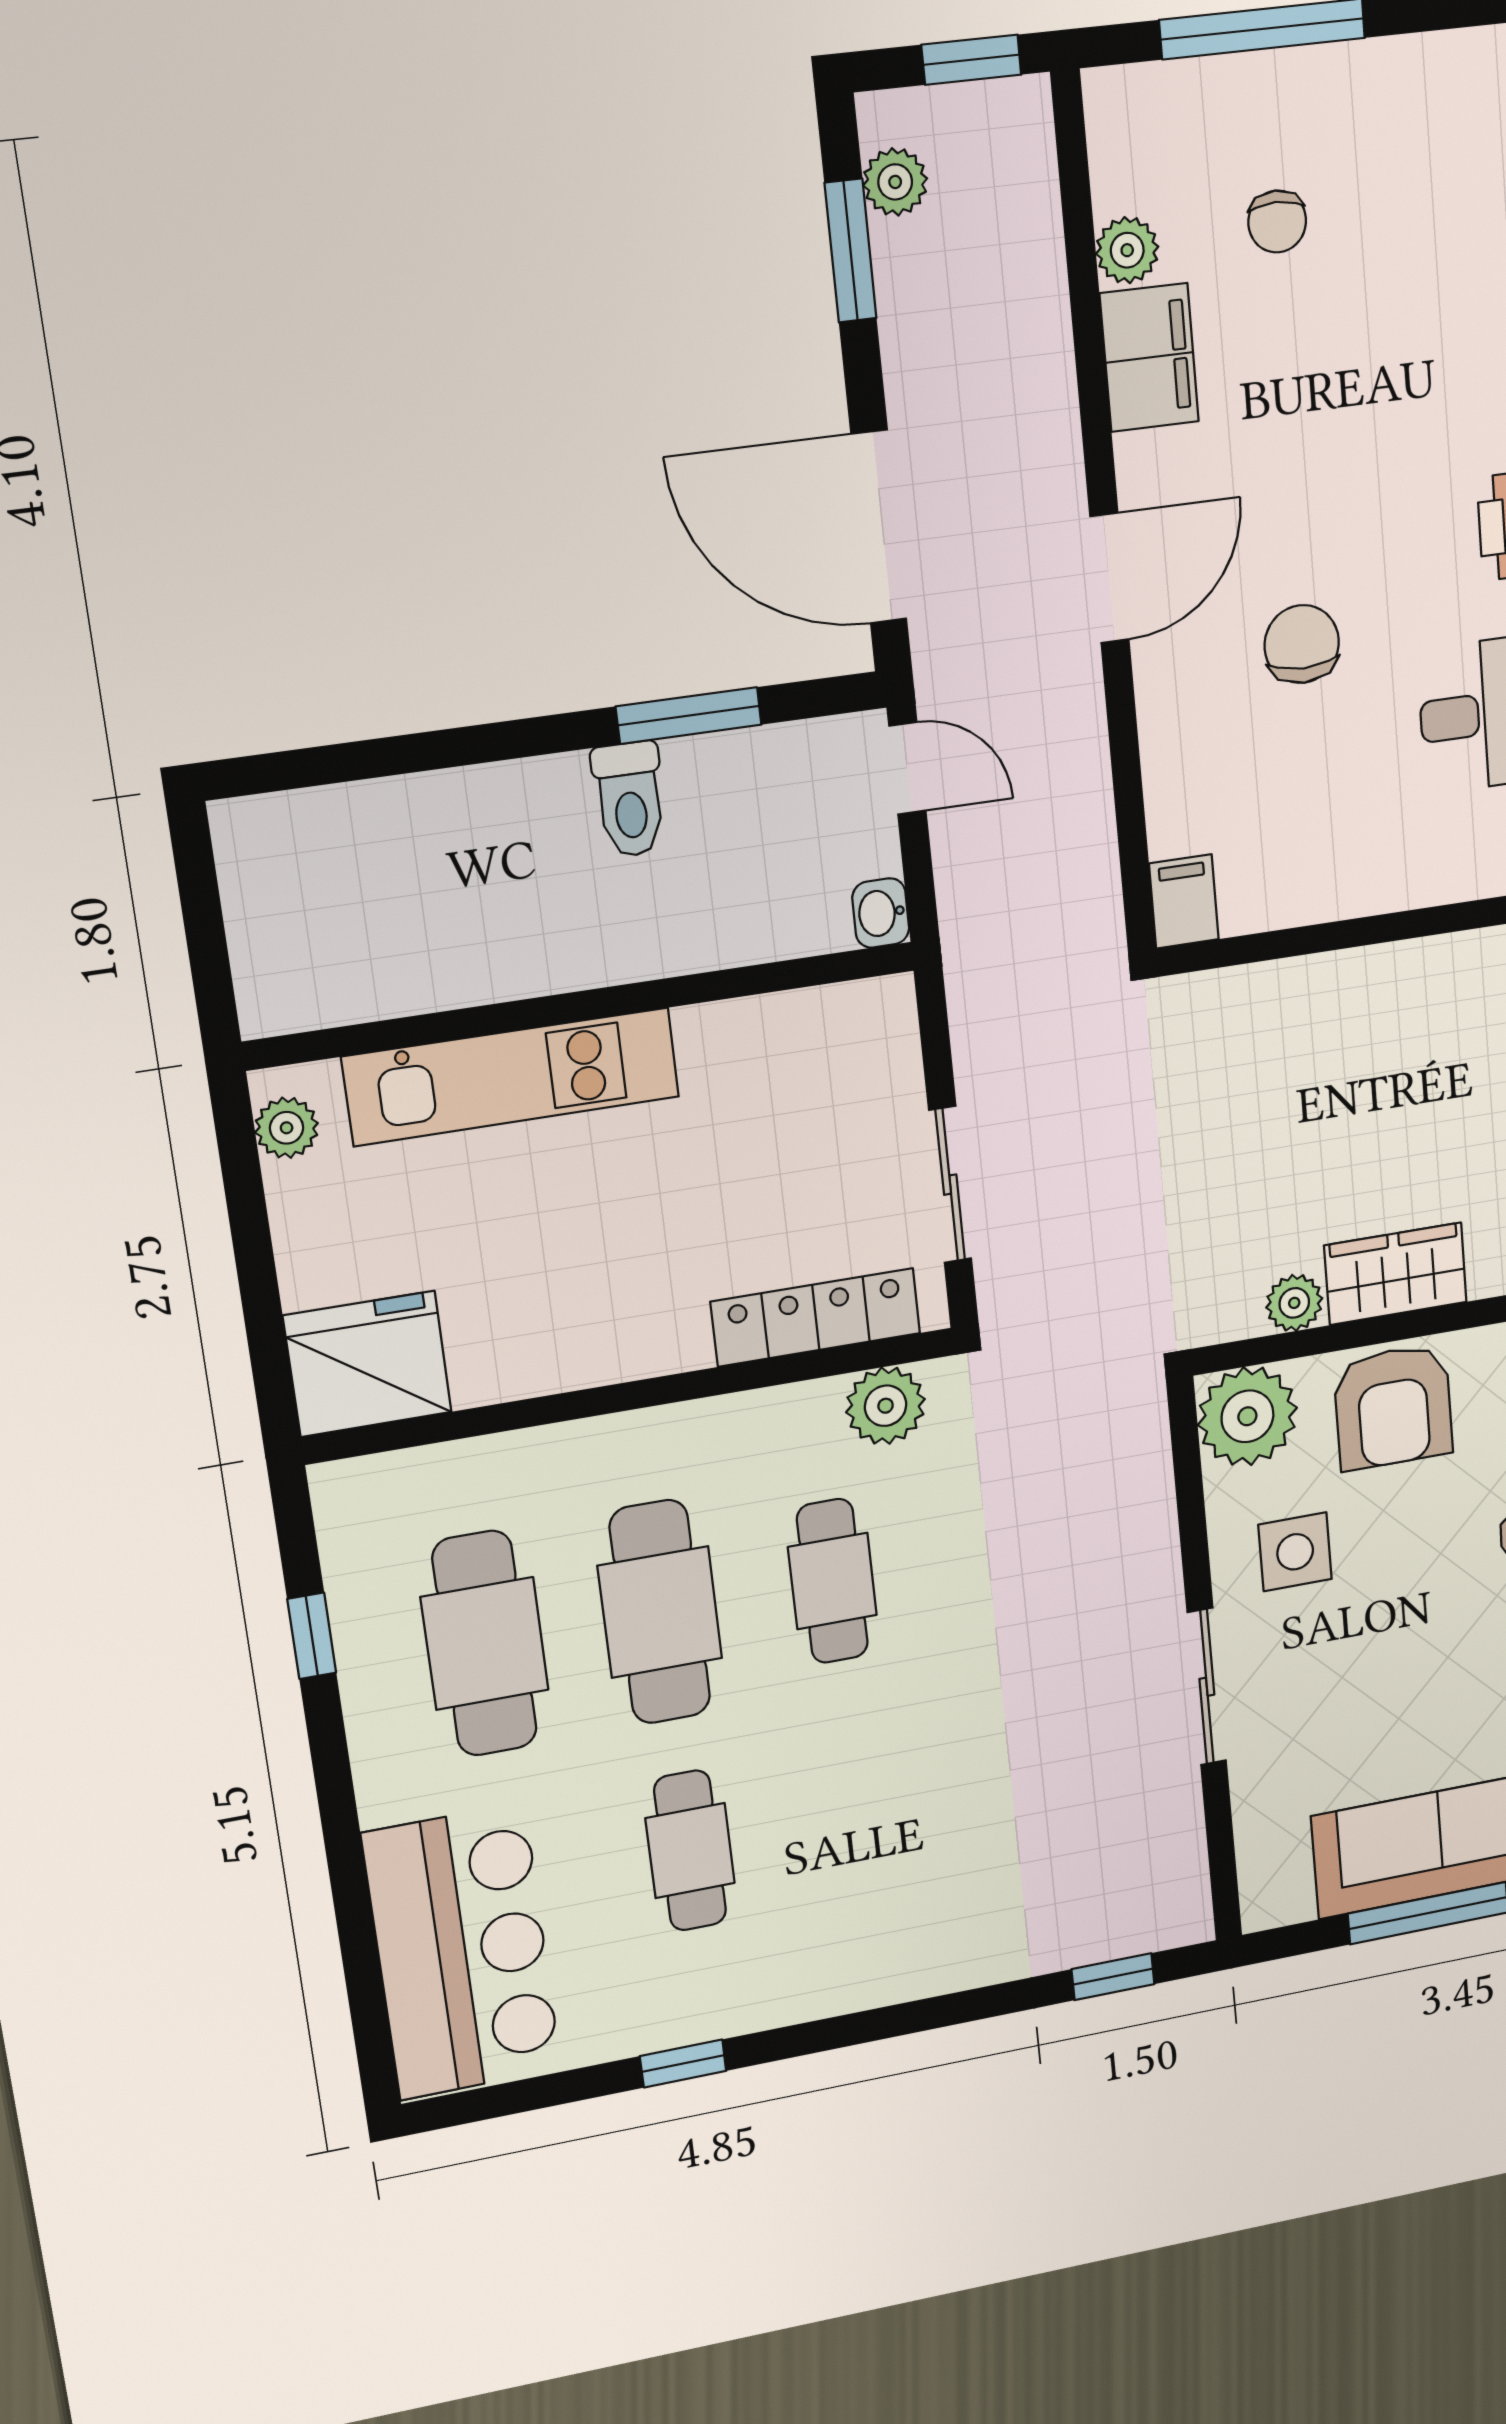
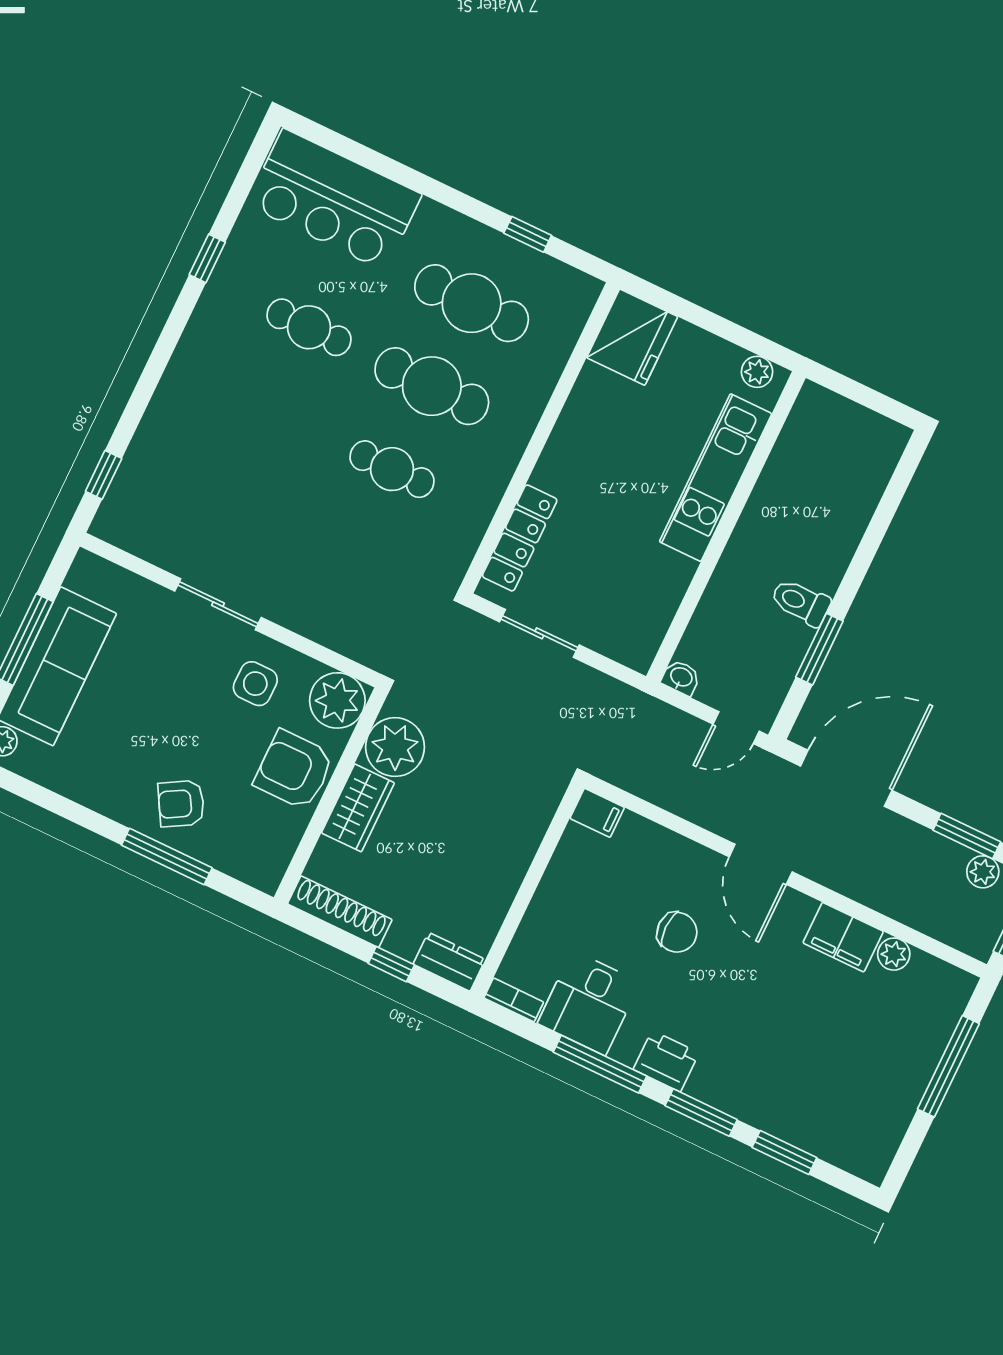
chair: (1277, 221) -> (865, 1027), removed
plant: (1294, 1303) -> (395, 747), width x1.88, depth x1.88
plant: (886, 1406) -> (458, 543), removed

